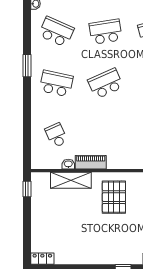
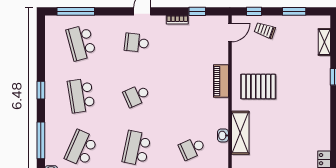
school desk: (106, 83) -> (137, 96), width x0.54
piano: (91, 162) -> (221, 81), moved

